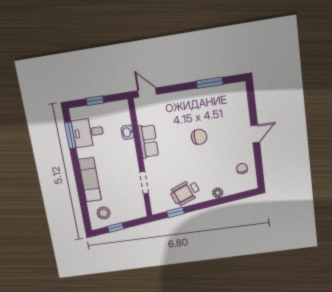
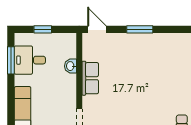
window: (210, 83) -> (140, 29), moved
chair: (199, 137) -> (143, 81), removed

